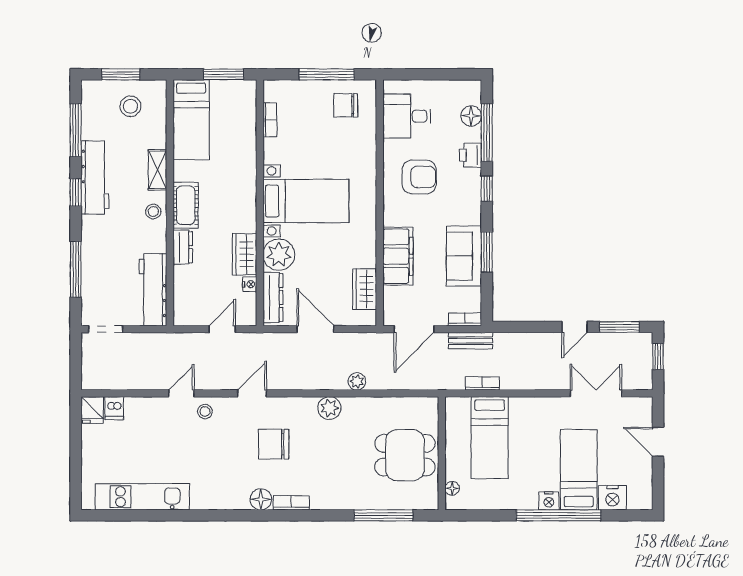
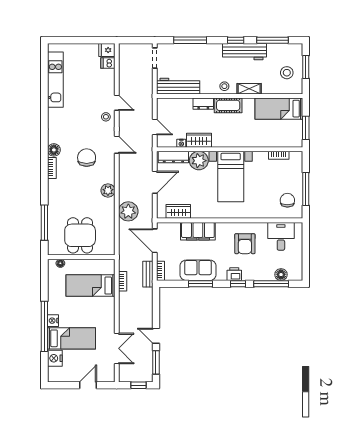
printer: (470, 155) -> (234, 274), moved
plant: (357, 381) -> (128, 211), width x1.88, depth x1.88

